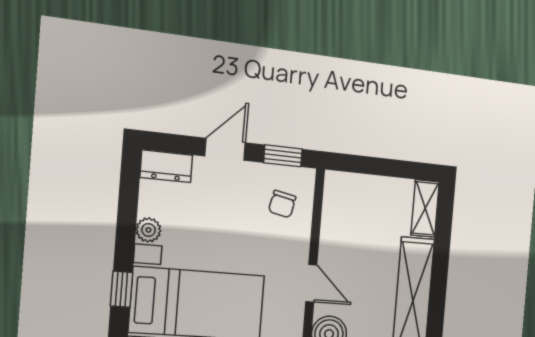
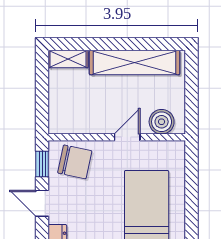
chair: (282, 204) -> (75, 162), width x1.87, depth x1.87

